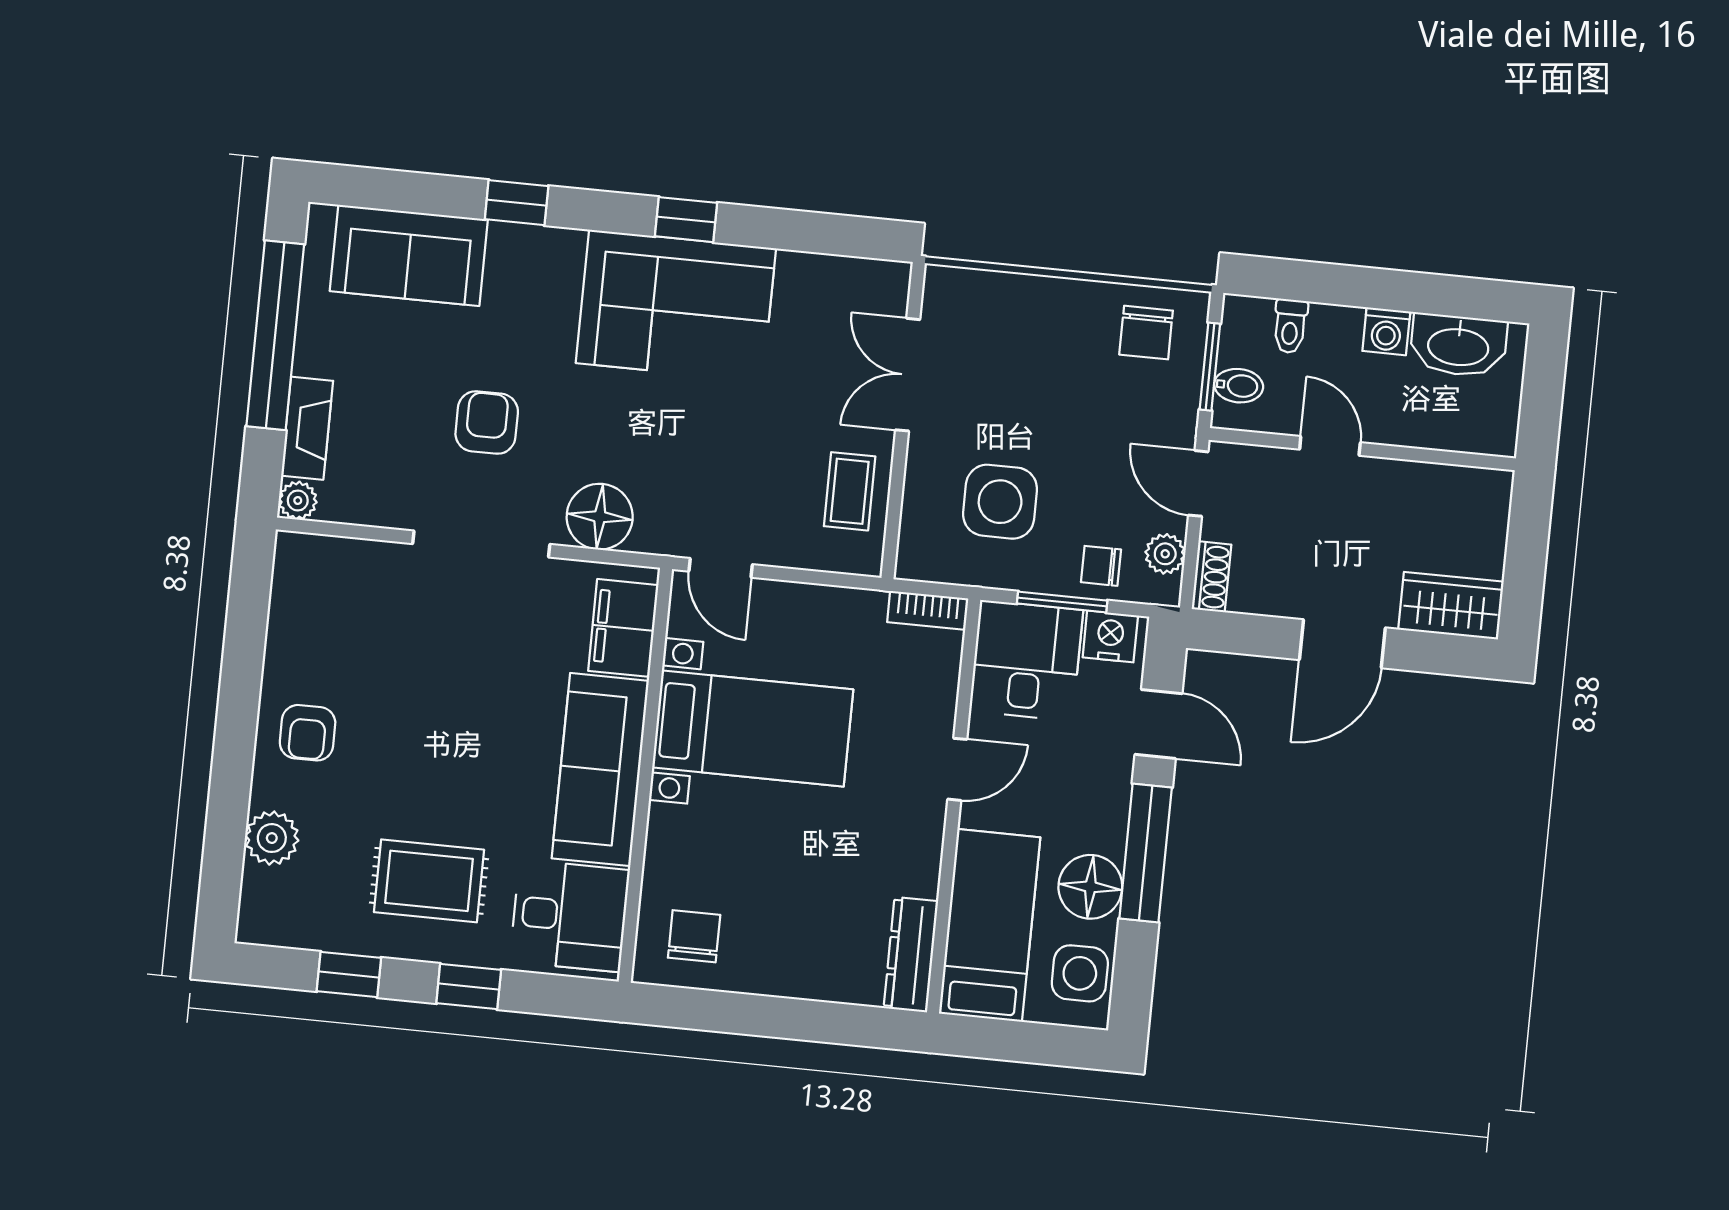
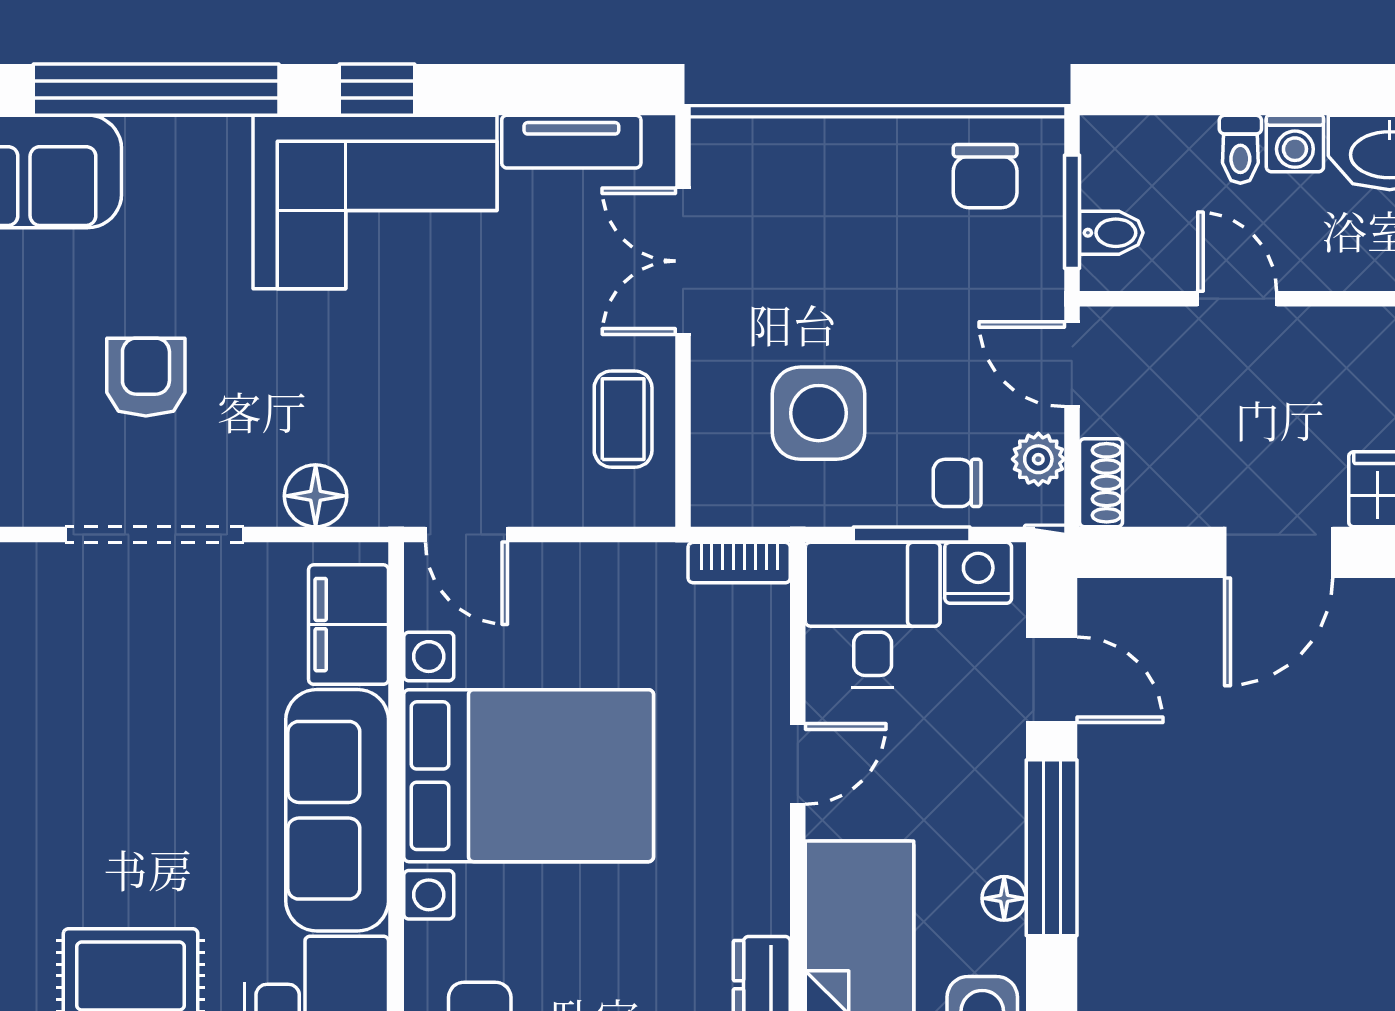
window: (517, 203) -> (156, 90), width x3.17
tv unit: (831, 274) -> (571, 142), added
toilet: (1290, 326) -> (1240, 149), moved
floor lamp: (600, 517) -> (316, 496), width x0.73, depth x0.73
bed with nightstands: (753, 728) -> (529, 776), width x1.36
floor lamp: (1090, 887) -> (1004, 898), width x0.53, depth x0.53

